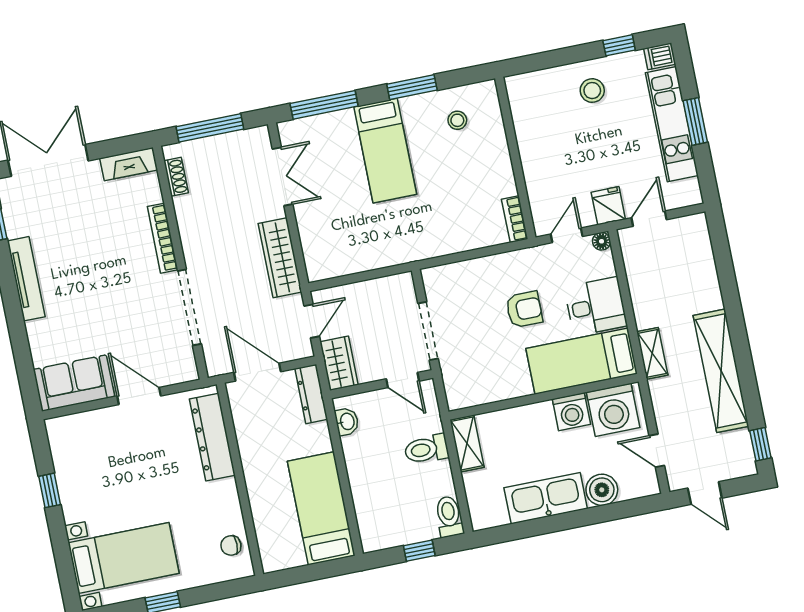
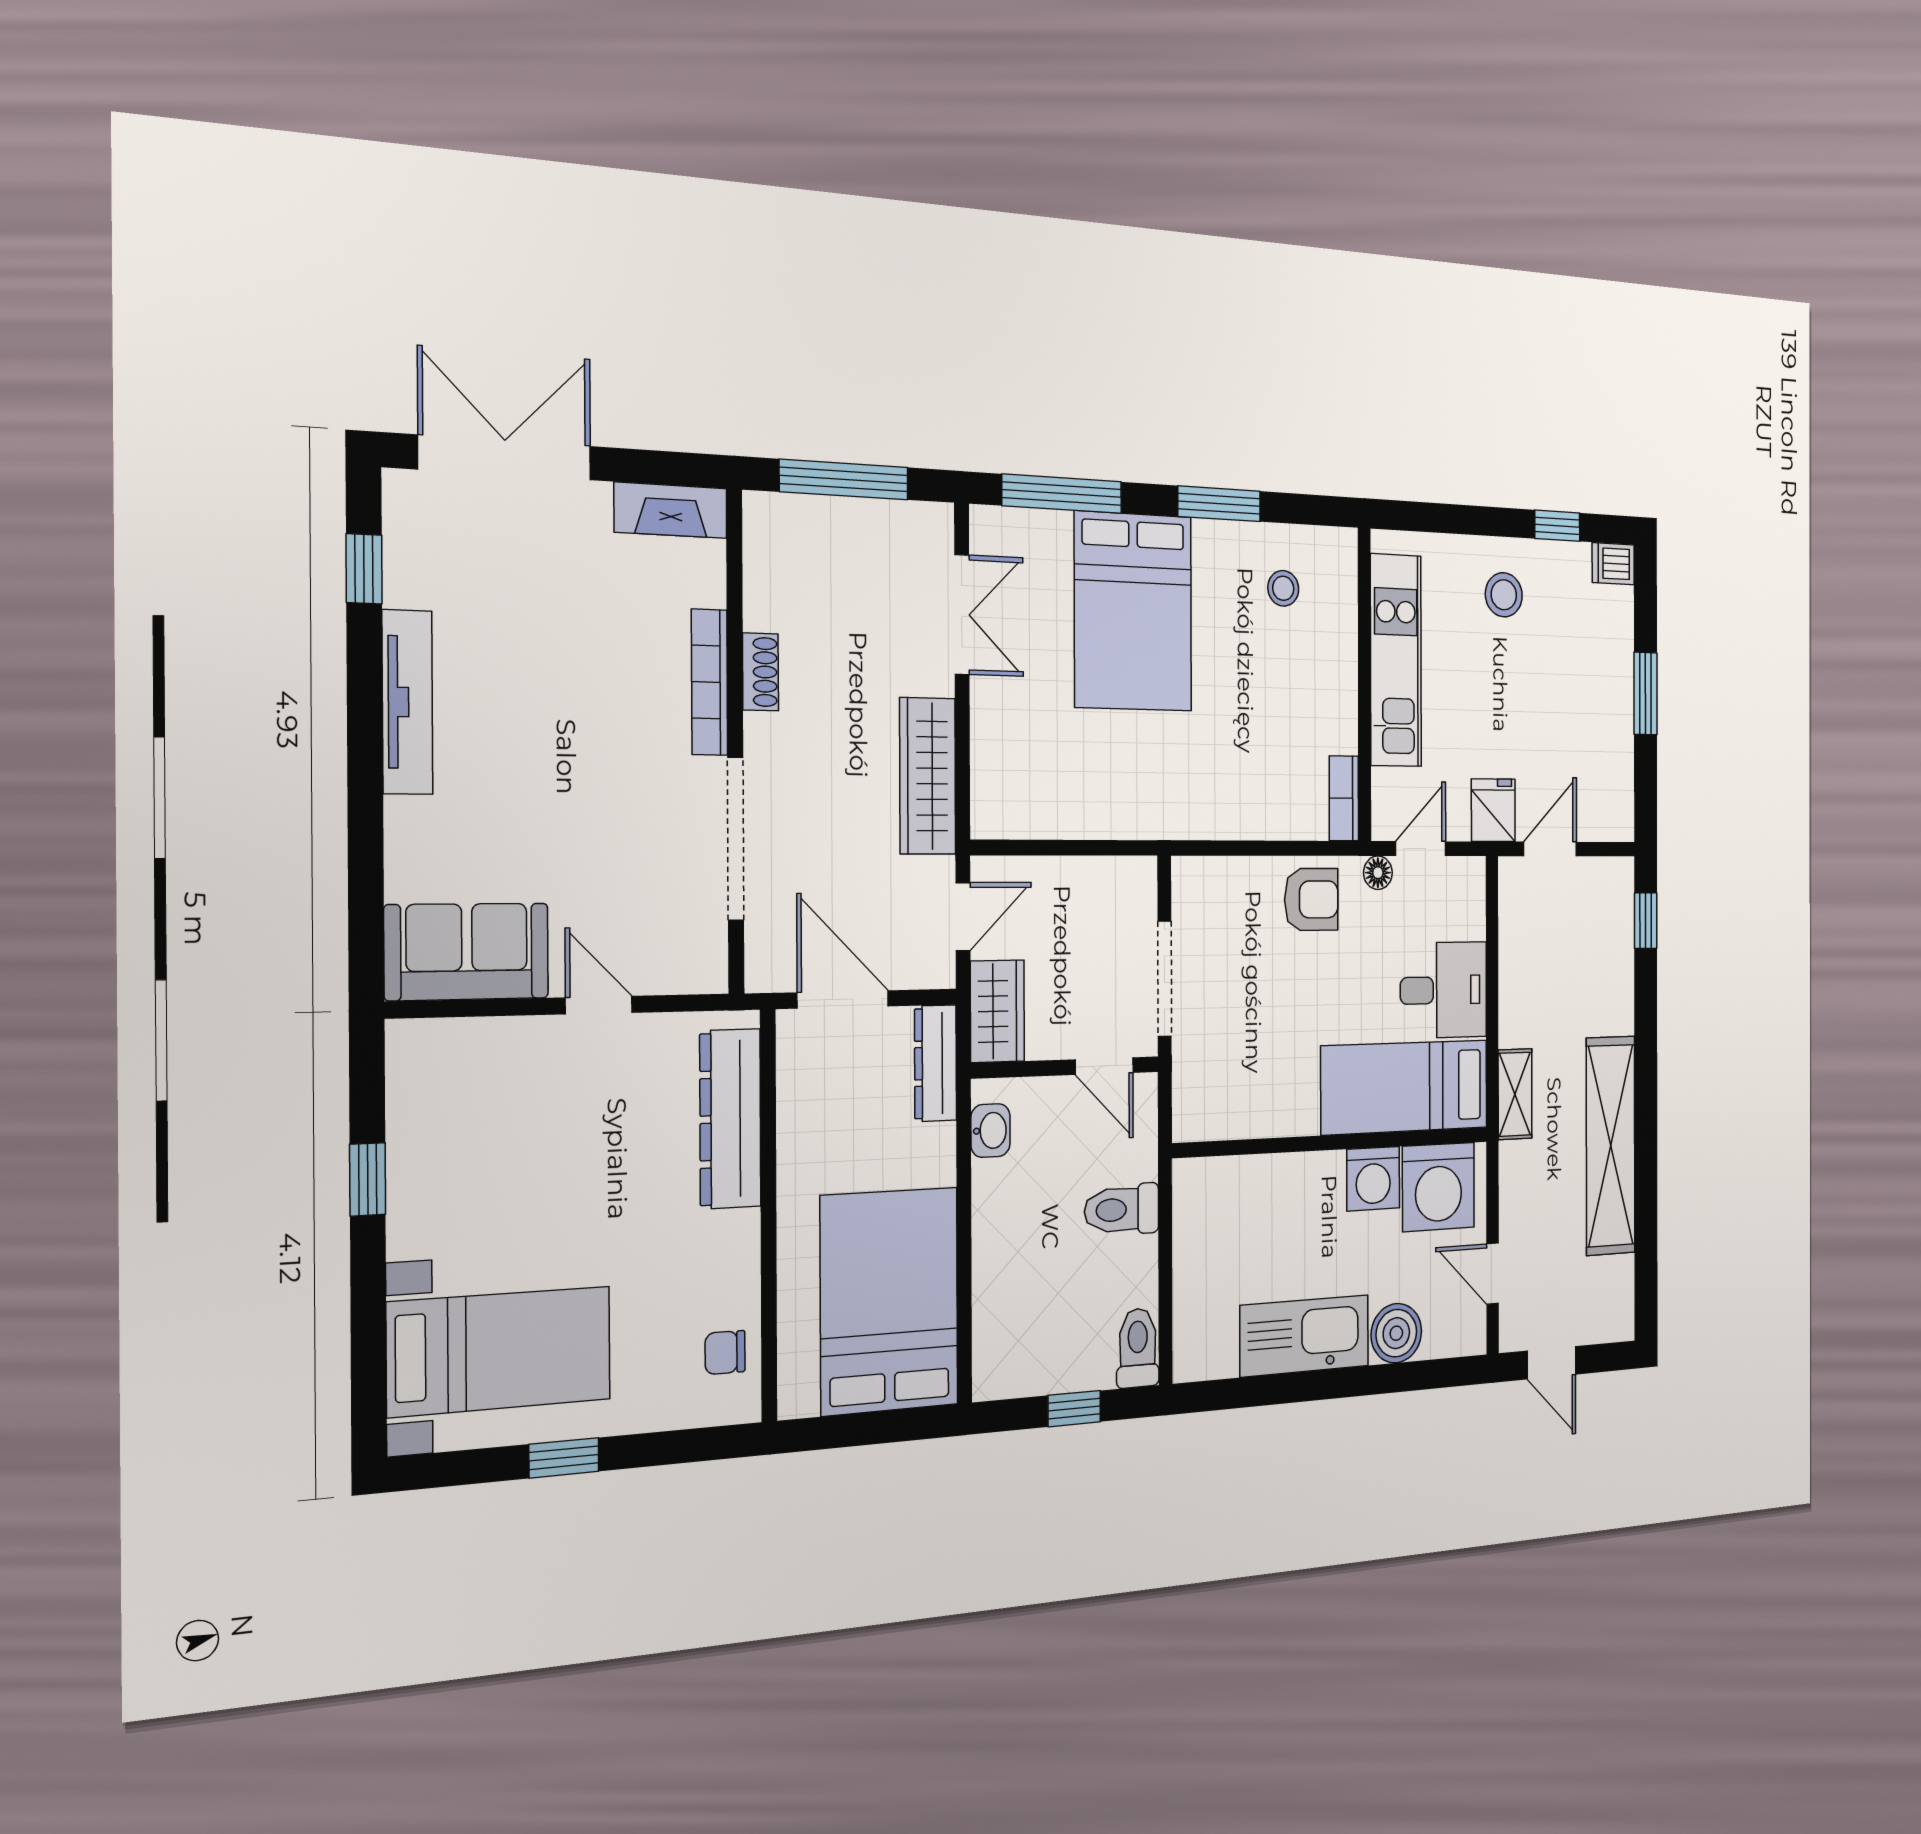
kitchen unit: (672, 124) -> (1396, 660), moved, turned 180
bed: (385, 151) -> (1133, 612), width x1.50
shoe rack: (176, 177) -> (761, 672), moved
floor lamp: (602, 241) -> (1378, 873), moved
armchair: (524, 309) -> (1311, 899), moved
door: (139, 396) -> (599, 1005), width x0.73
shelving: (467, 444) -> (1193, 1210), removed
window: (760, 444) -> (1646, 921), moved
bed: (321, 508) -> (889, 1301), width x1.50

